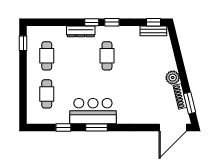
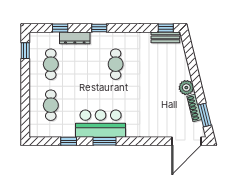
window: (112, 22) -> (60, 28), moved
dresser: (81, 31) -> (75, 38), moved

